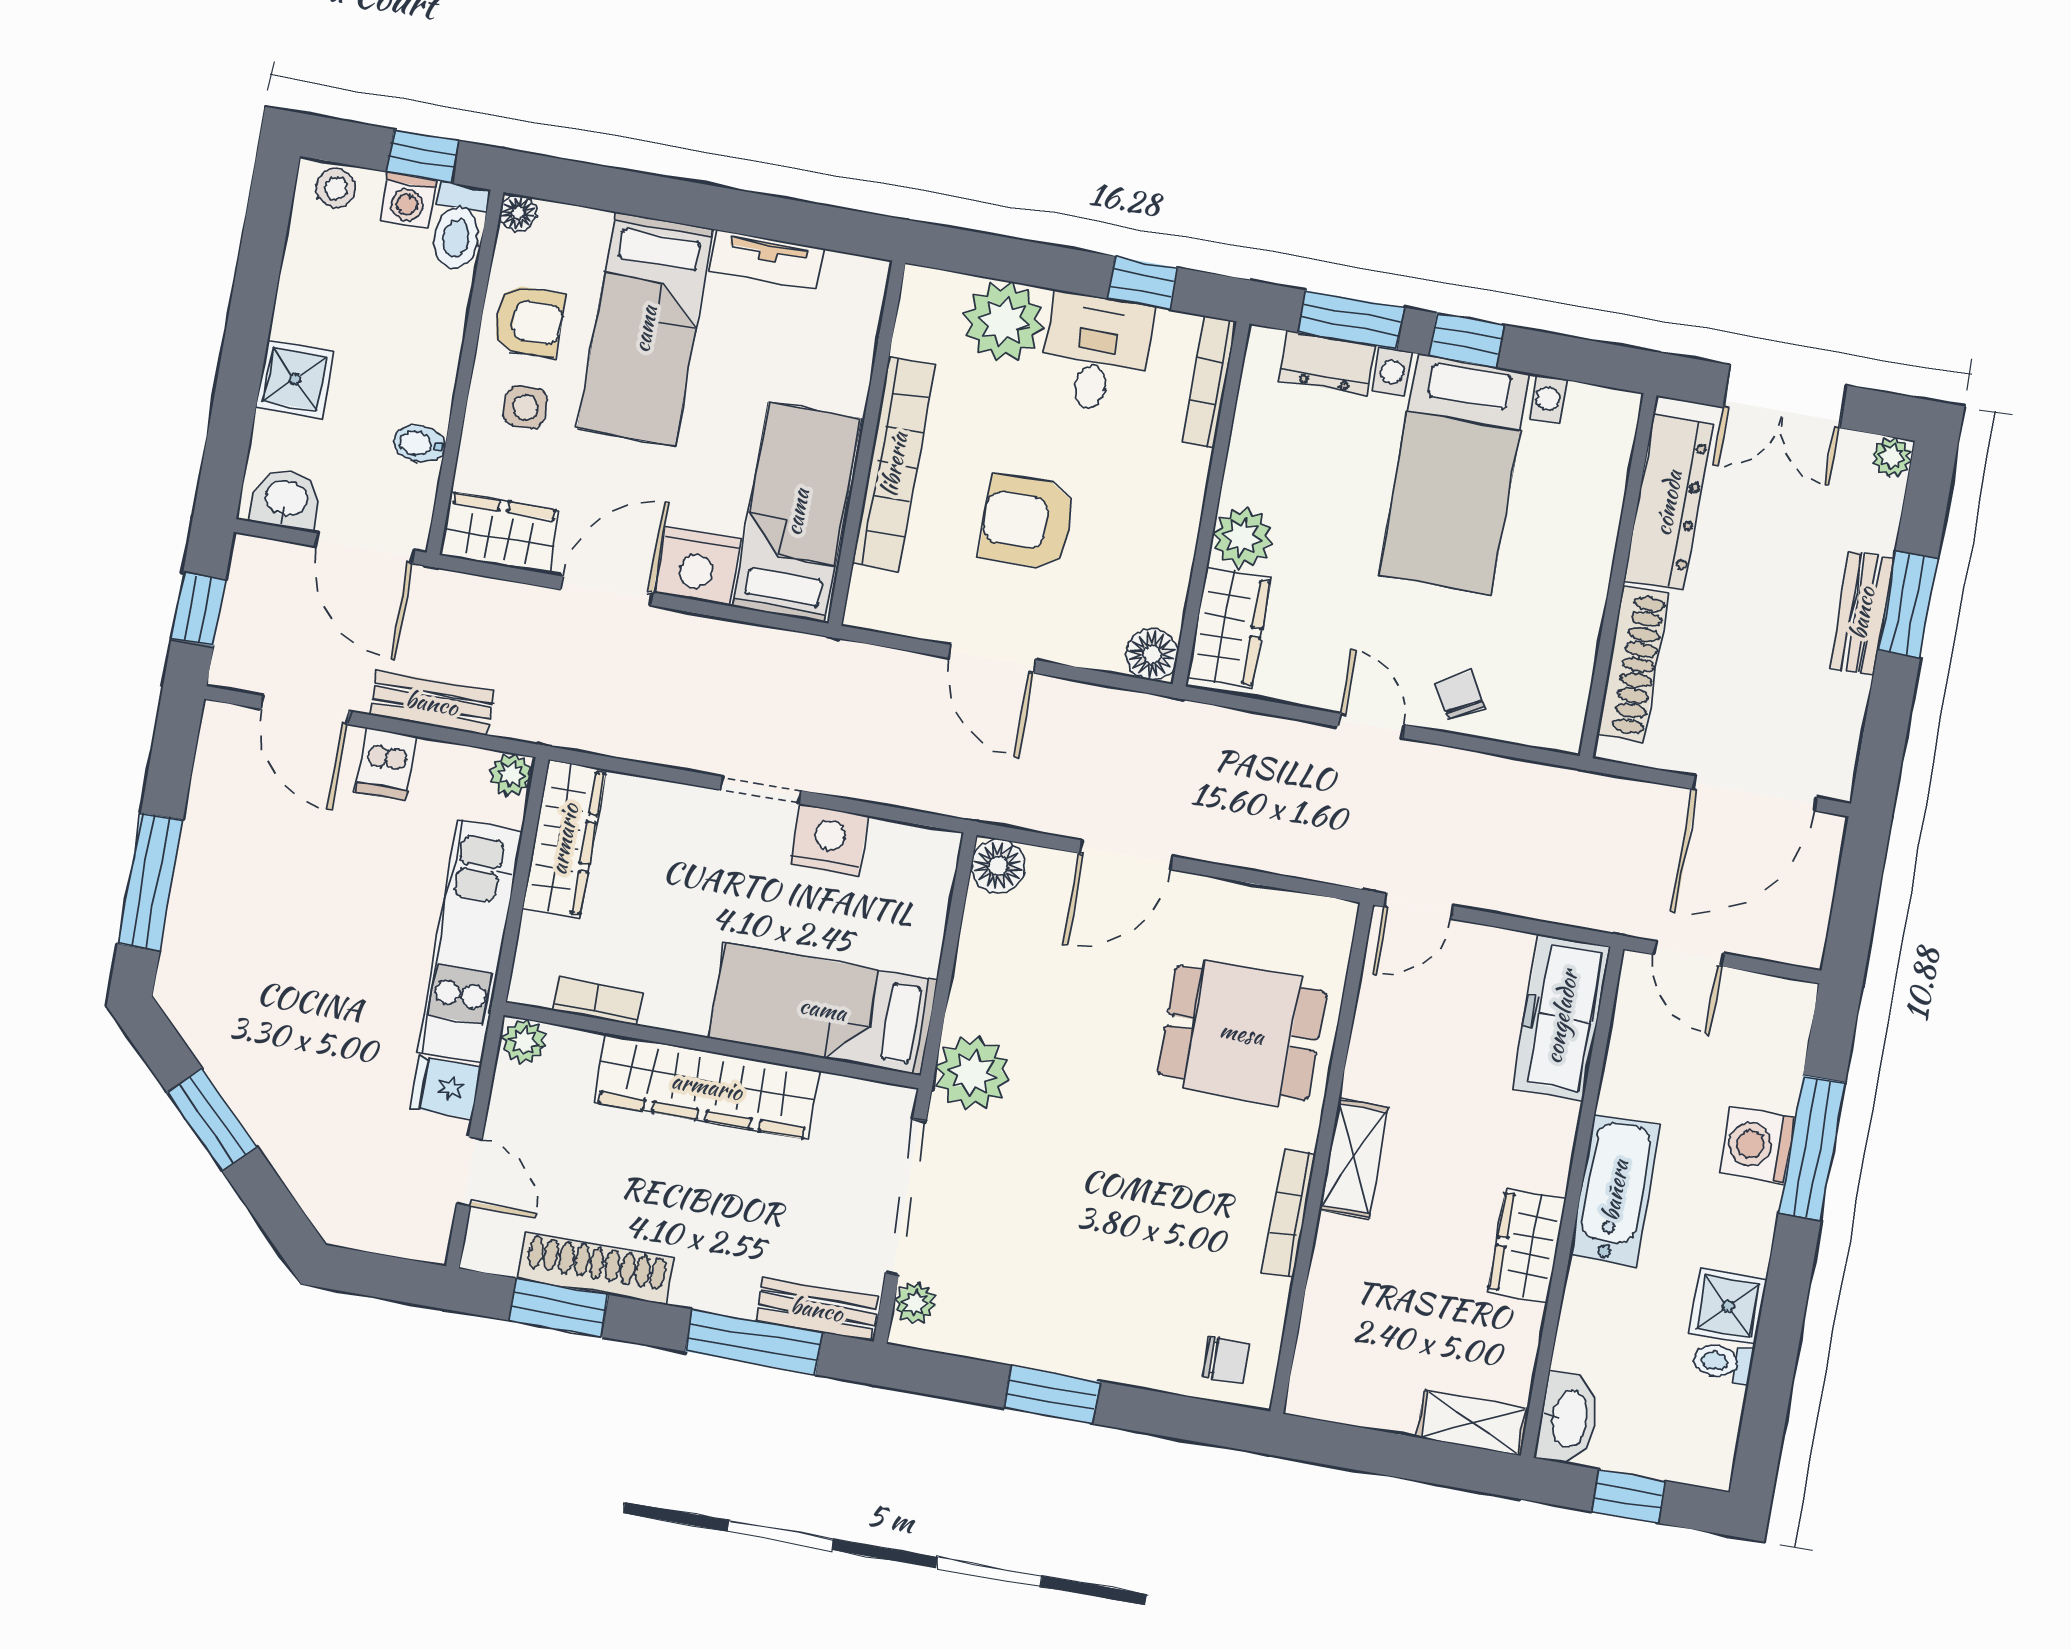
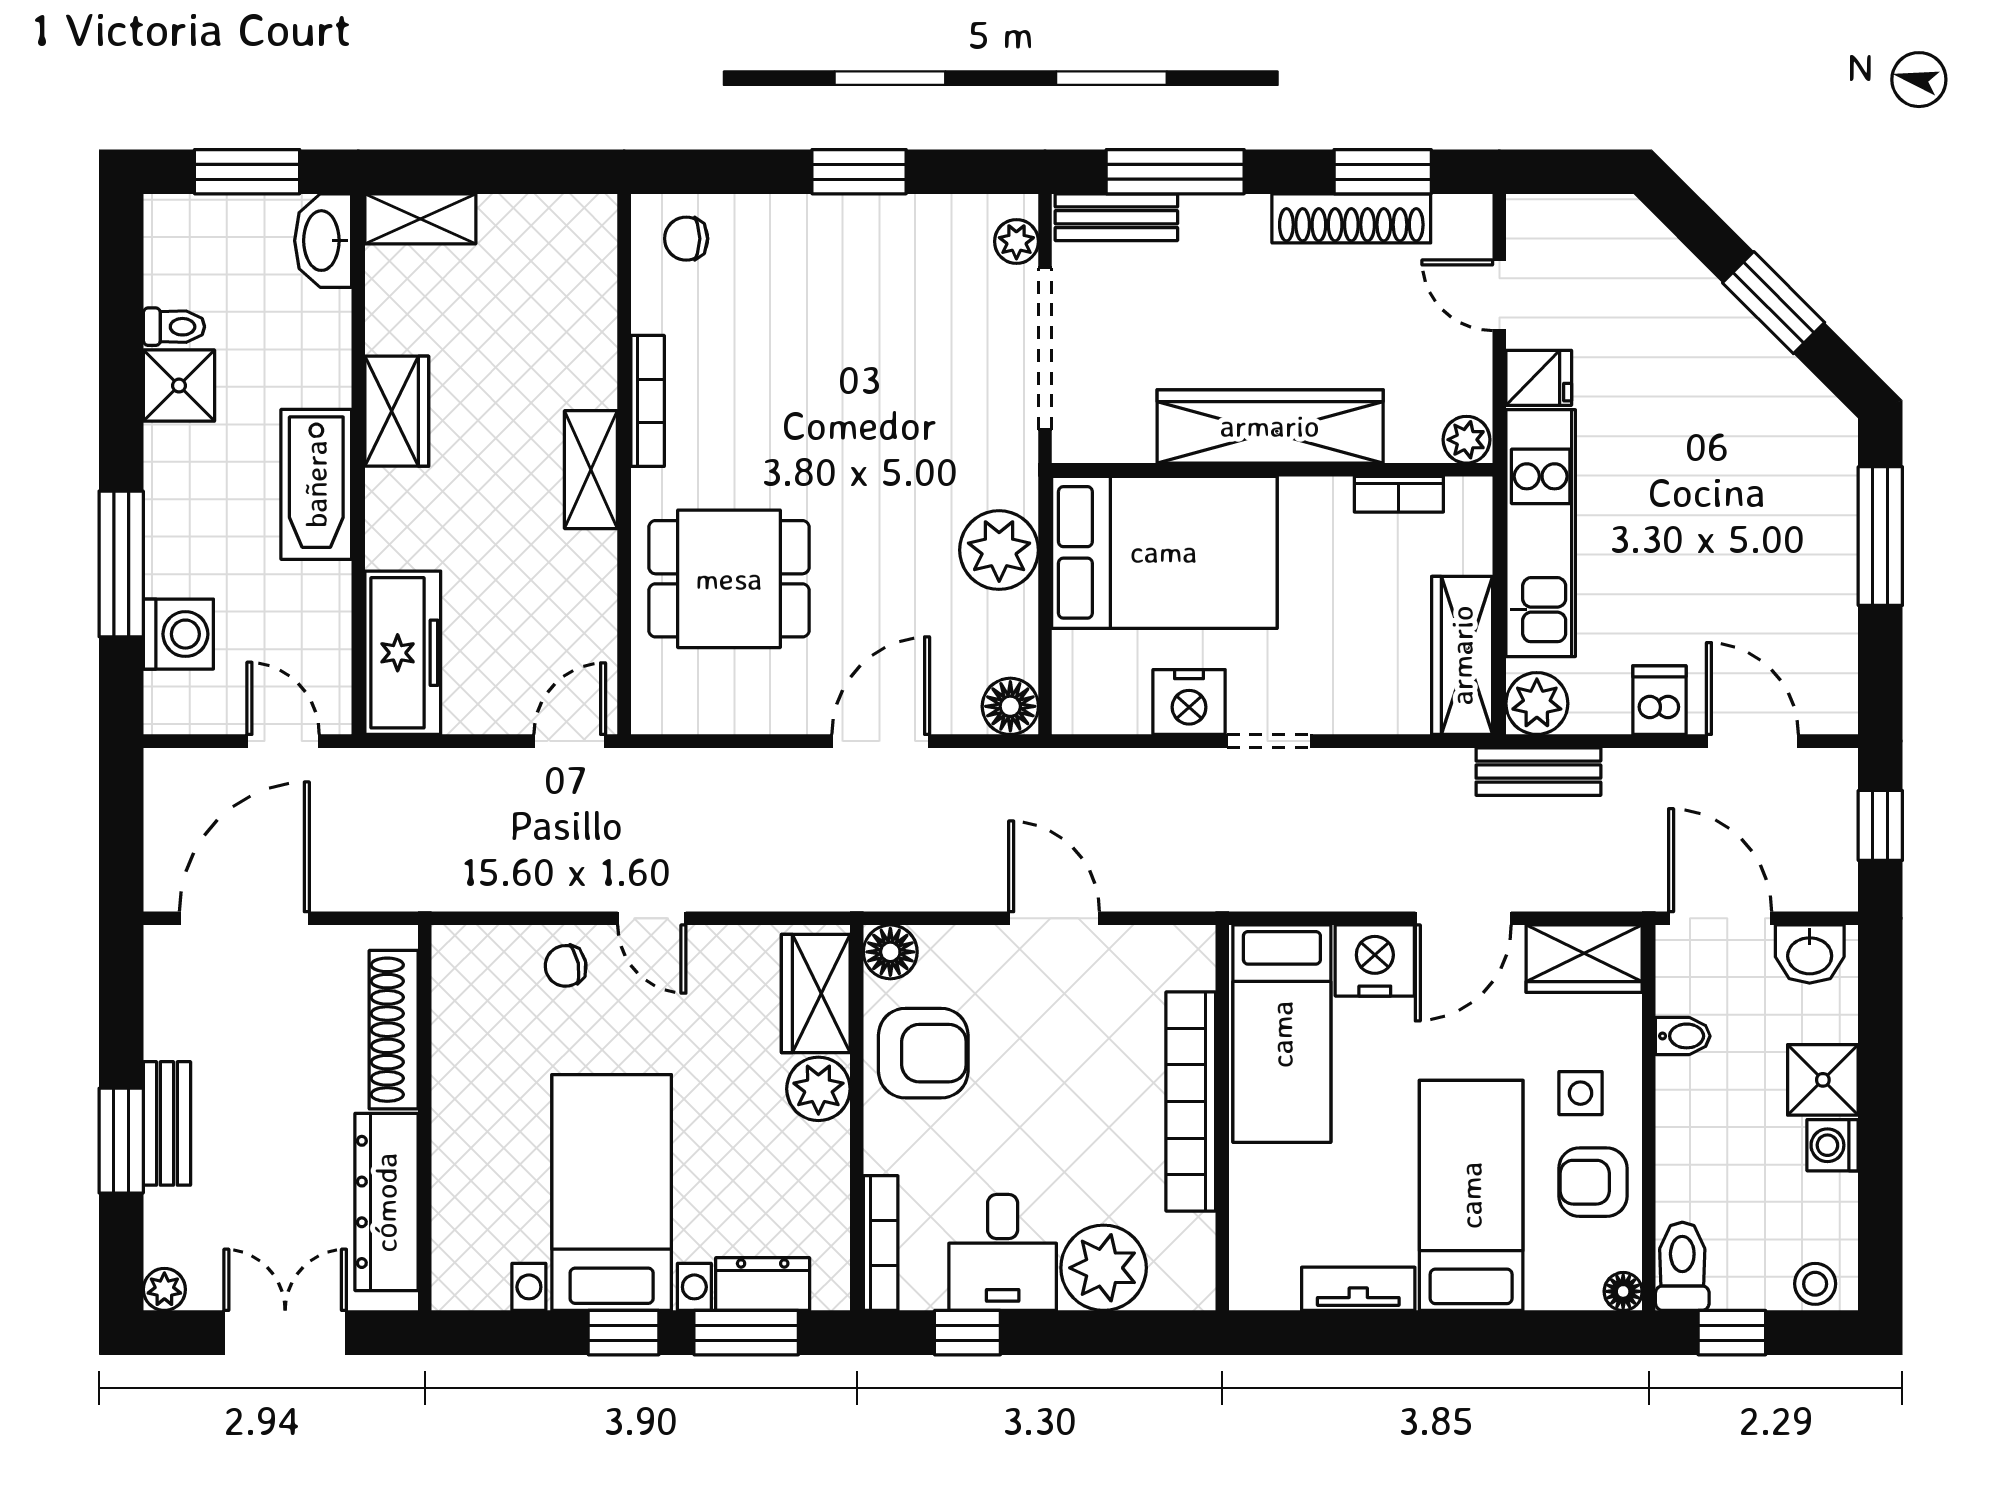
washing machine: (408, 200) -> (1833, 1145), moved, turned -90
armchair: (1028, 522) -> (923, 1053), moved
chair: (1460, 695) -> (566, 966), turned 108
bench: (432, 703) -> (1538, 772), moved
plant: (511, 775) -> (1537, 704), width x1.38, depth x1.38
bed: (823, 1009) -> (1164, 552), width x1.50
plant: (973, 1073) -> (999, 550), moved
washing machine: (1757, 1145) -> (178, 634), moved
window: (1628, 1496) -> (247, 172), width x1.50

